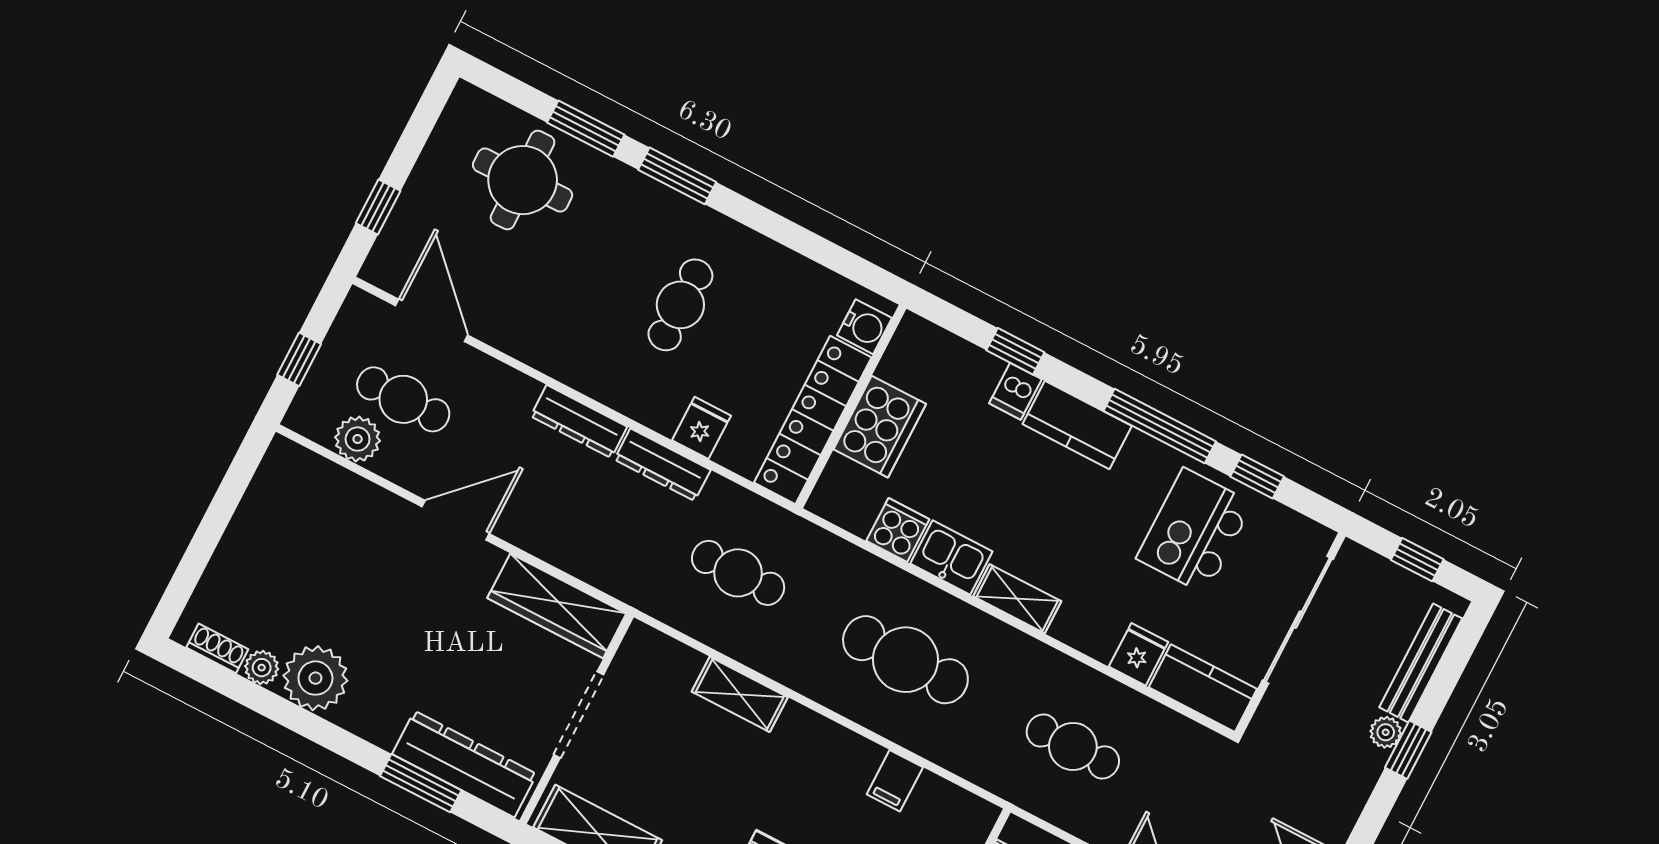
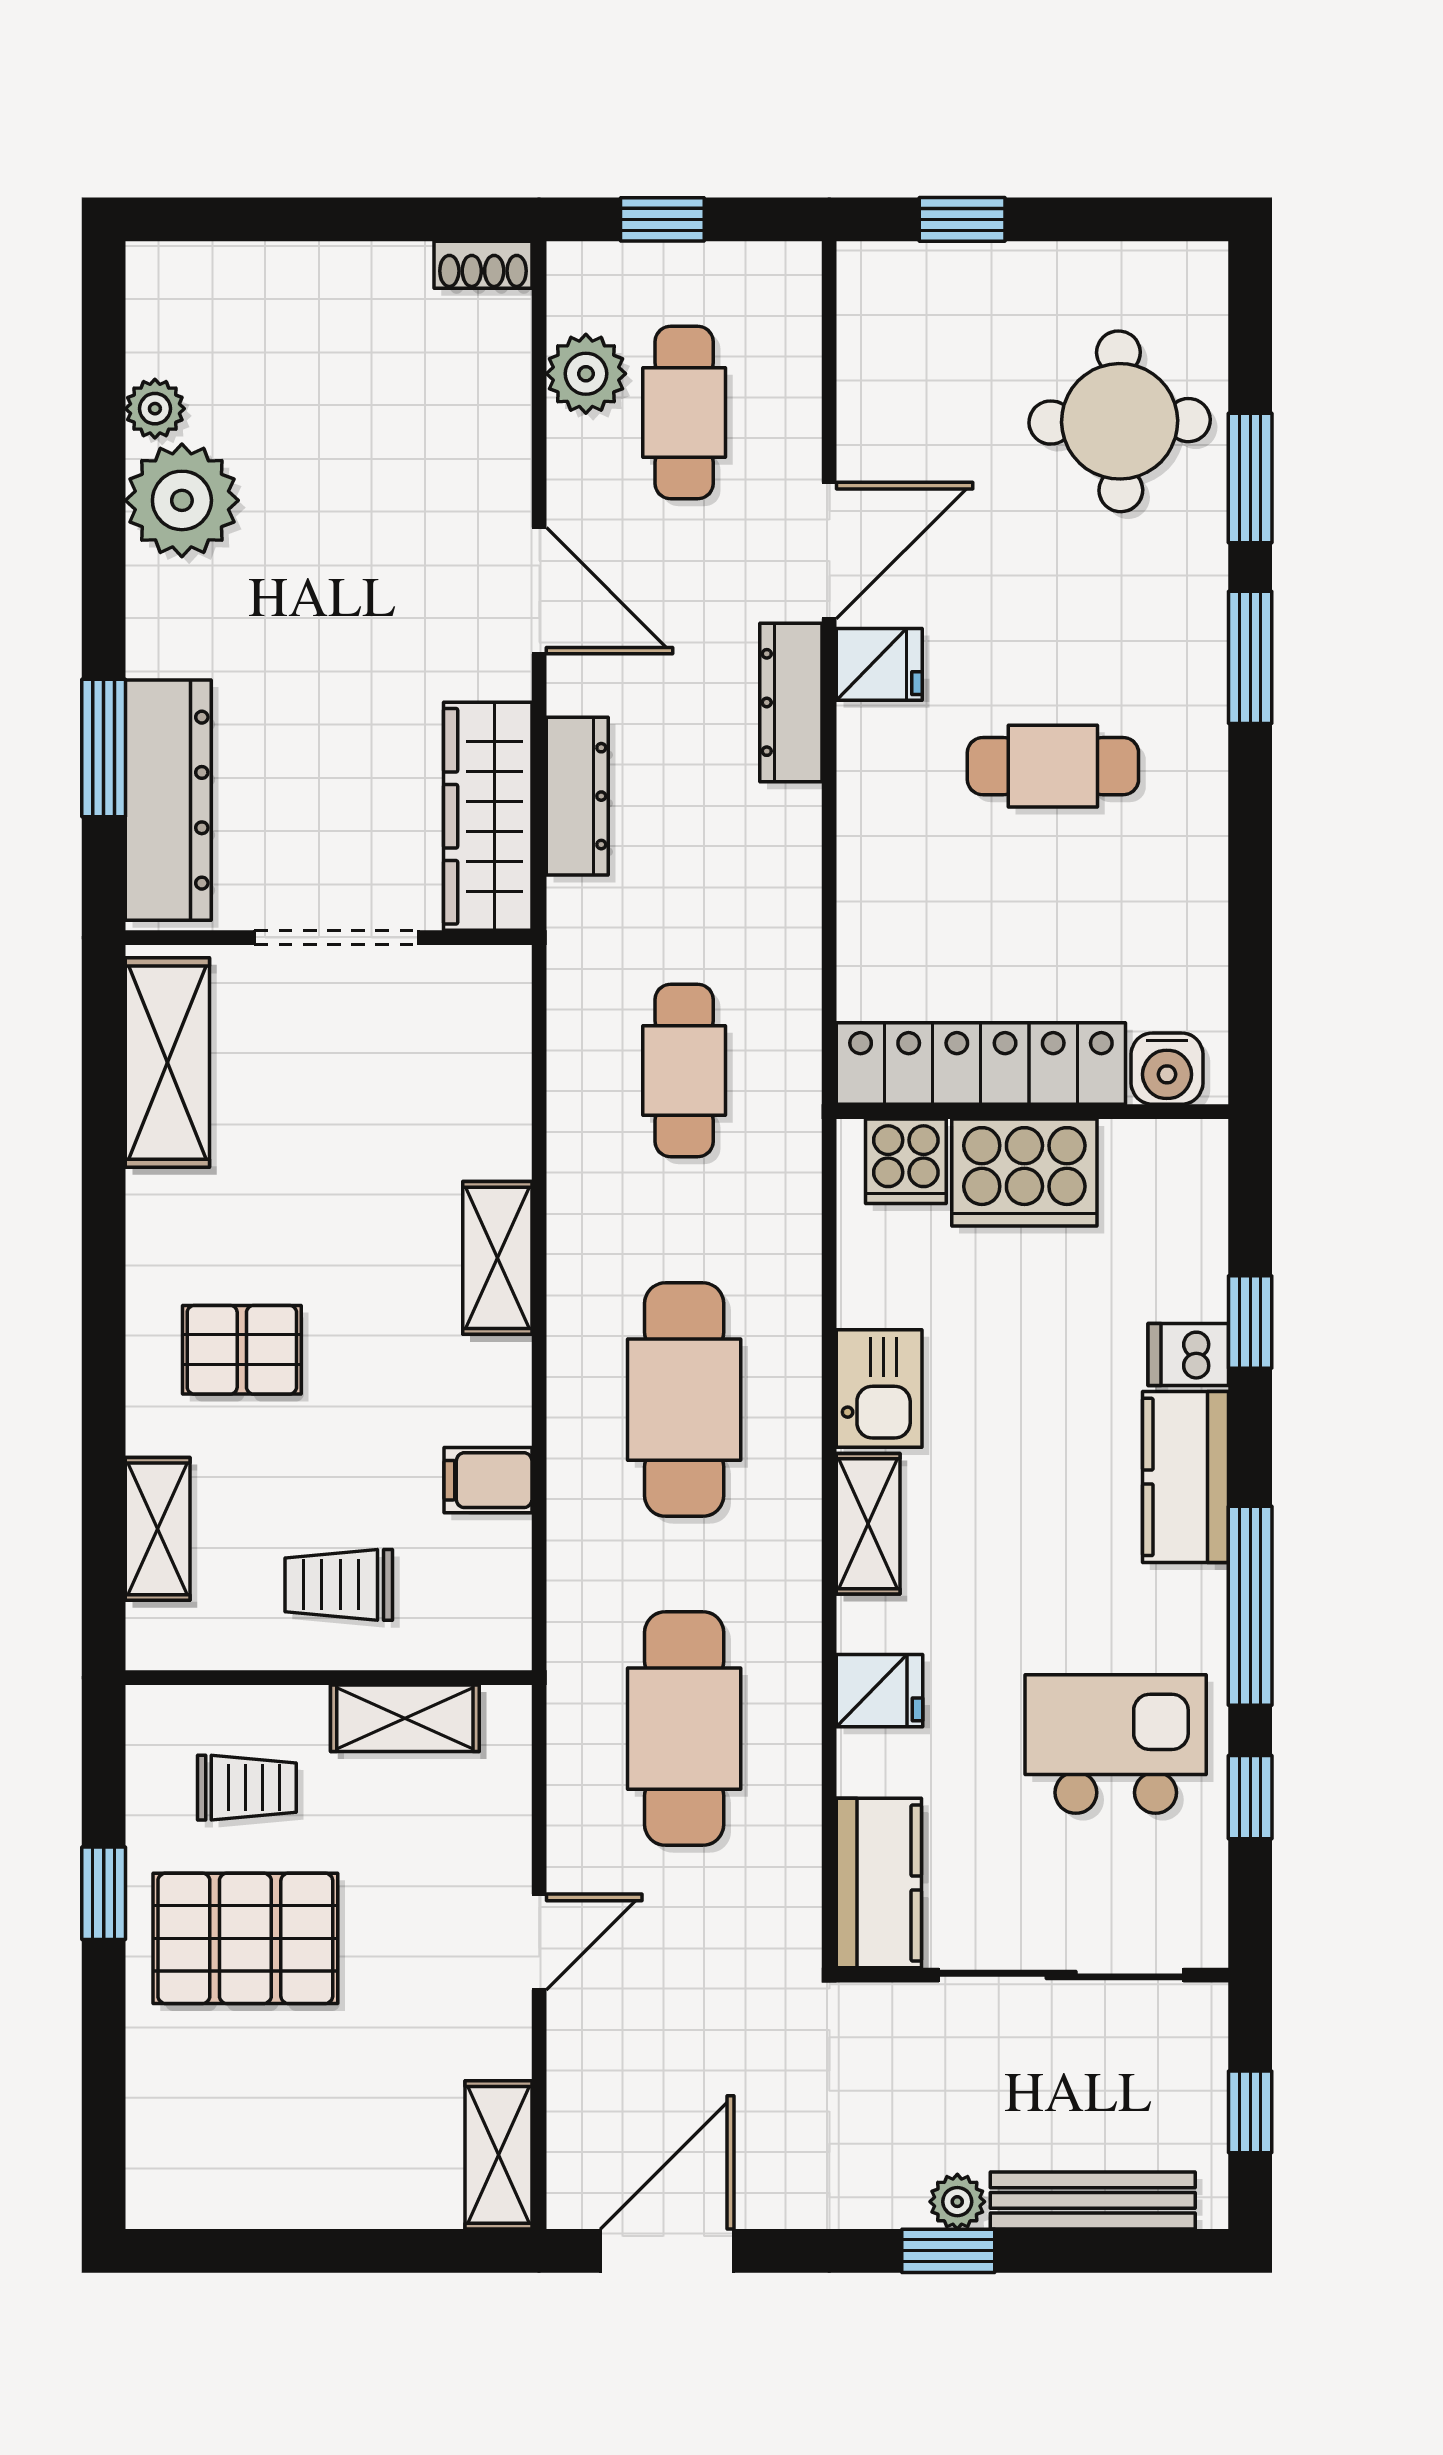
door: (432, 320) -> (829, 550), moved
fridge: (701, 428) -> (879, 664), moved
dresser: (662, 465) -> (577, 796), moved, turned 180
cooker: (898, 530) -> (906, 1161), moved, turned 90
shoe rack: (217, 648) -> (483, 265), moved, turned 90
fridge: (1139, 654) -> (880, 1691), moved
shelving: (740, 694) -> (497, 1258), moved
cafe table: (1073, 746) -> (684, 1729), width x1.37, depth x1.35

